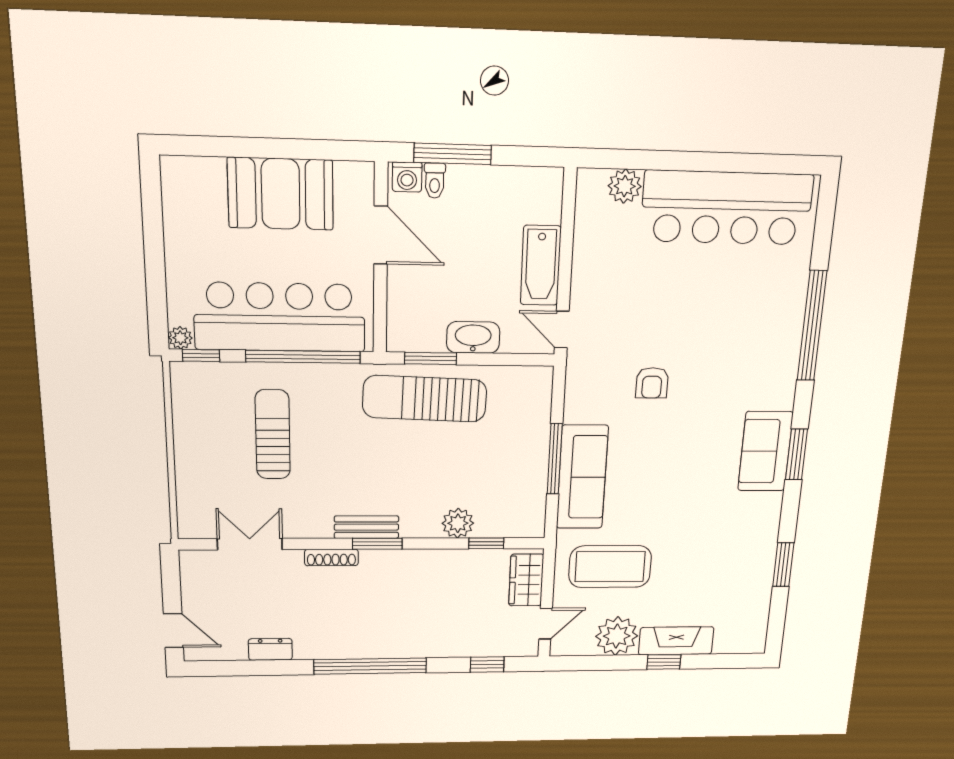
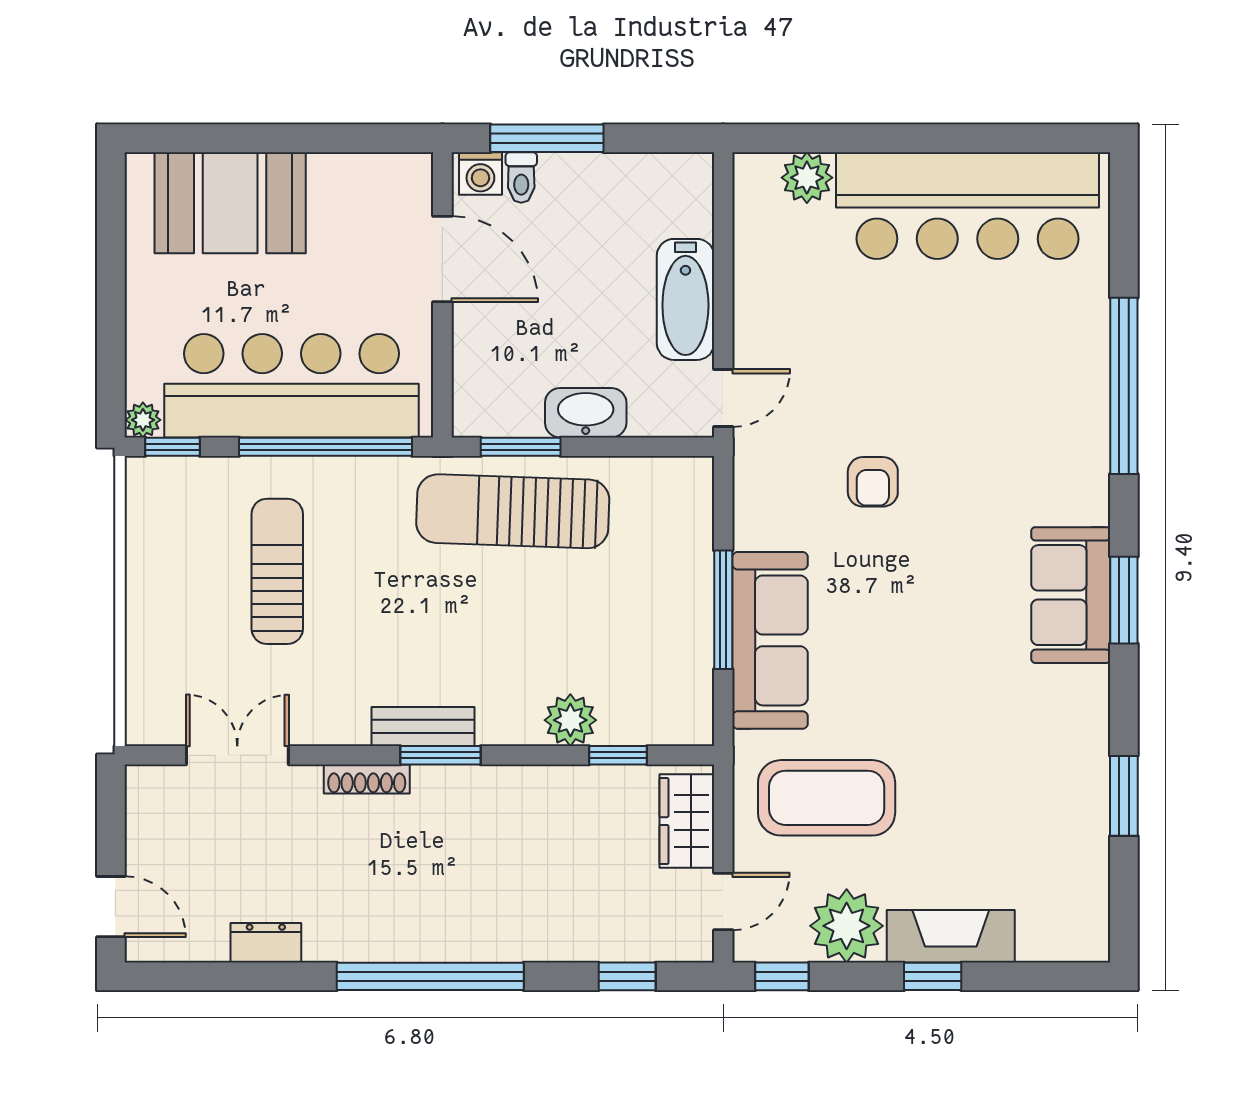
booth: (281, 194) -> (230, 203), moved
door: (562, 330) -> (723, 398), swing flipped
window: (577, 663) -> (782, 976), added

